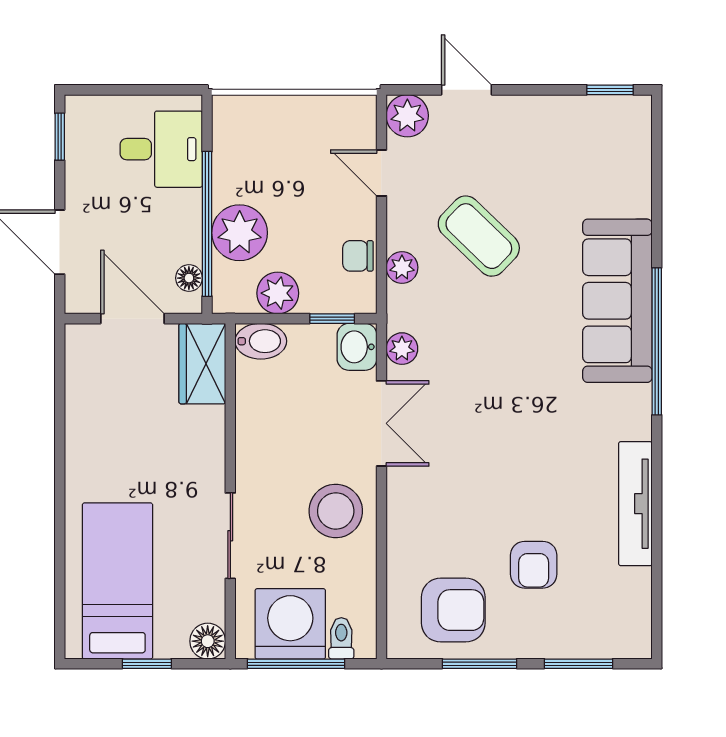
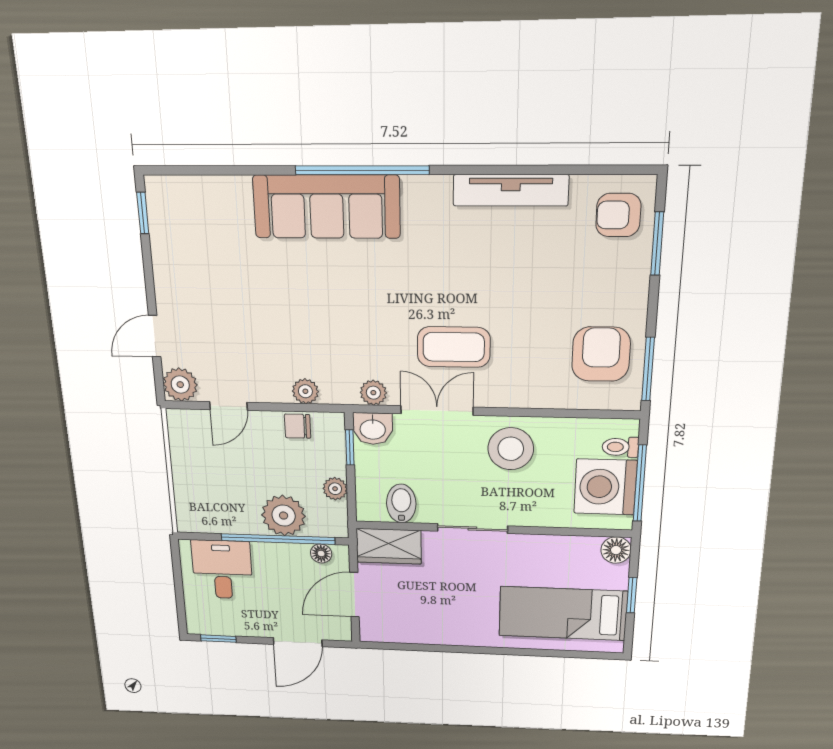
coffee table: (479, 236) -> (454, 347), moved, turned 46
chair: (358, 256) -> (298, 426), turned 90
plant: (278, 293) -> (335, 489), width x0.73, depth x0.73
bidet: (261, 341) -> (401, 503), moved
sliding door: (230, 536) -> (472, 528), moved
armchair: (534, 565) -> (618, 215), moved, turned 180
window: (480, 664) -> (648, 369), moved

